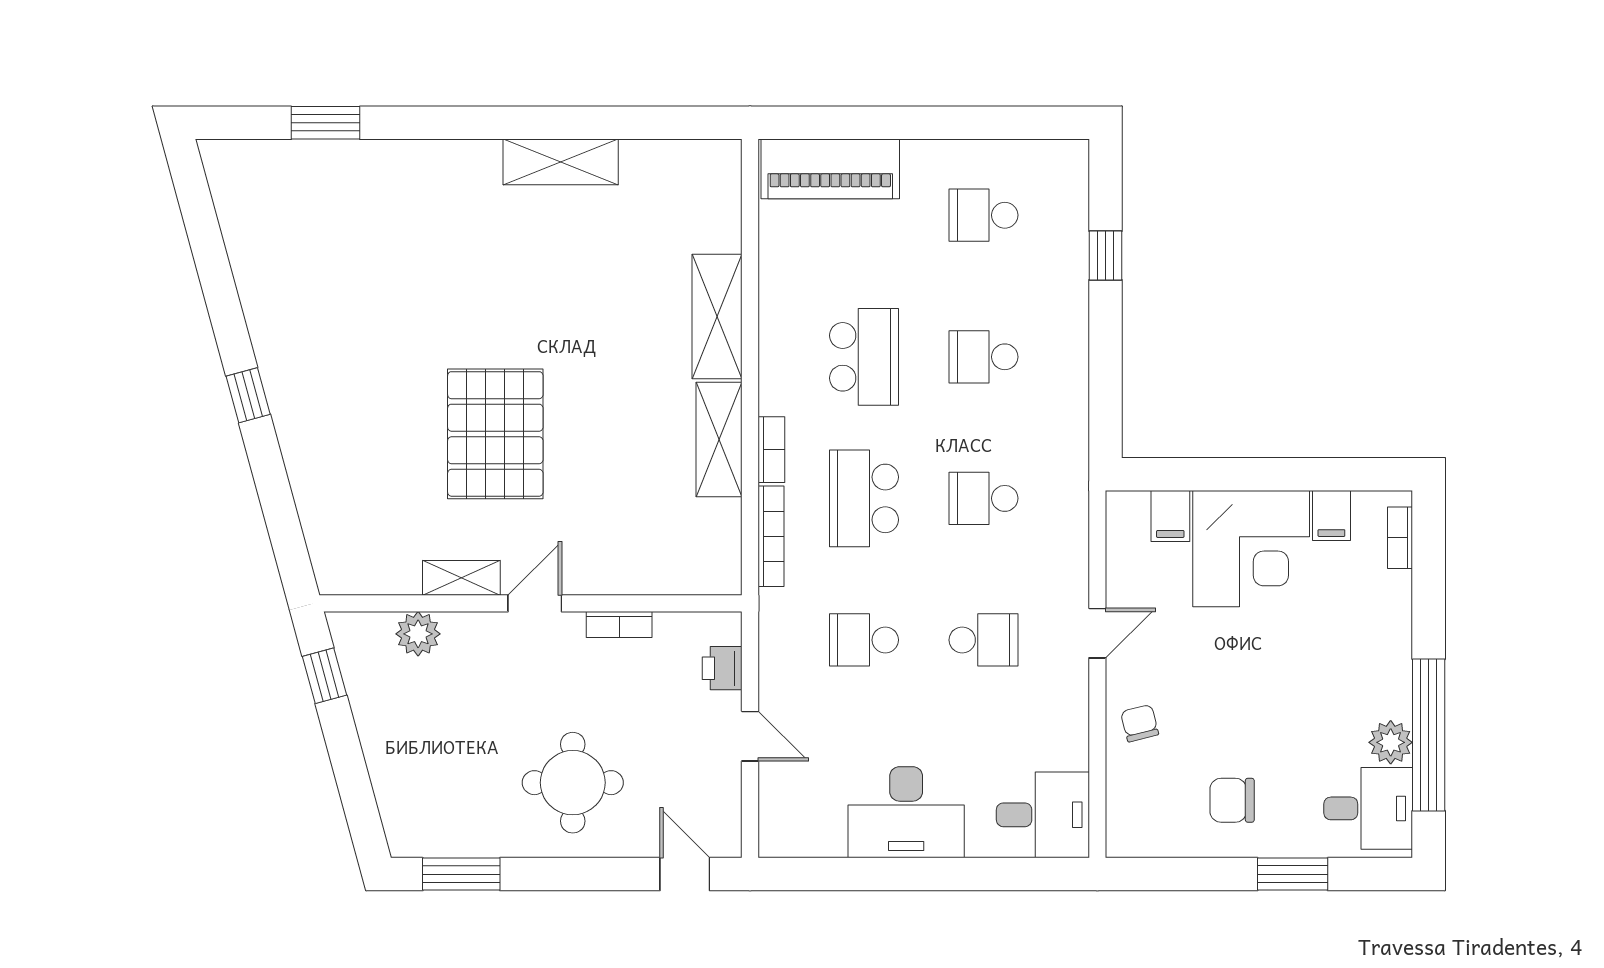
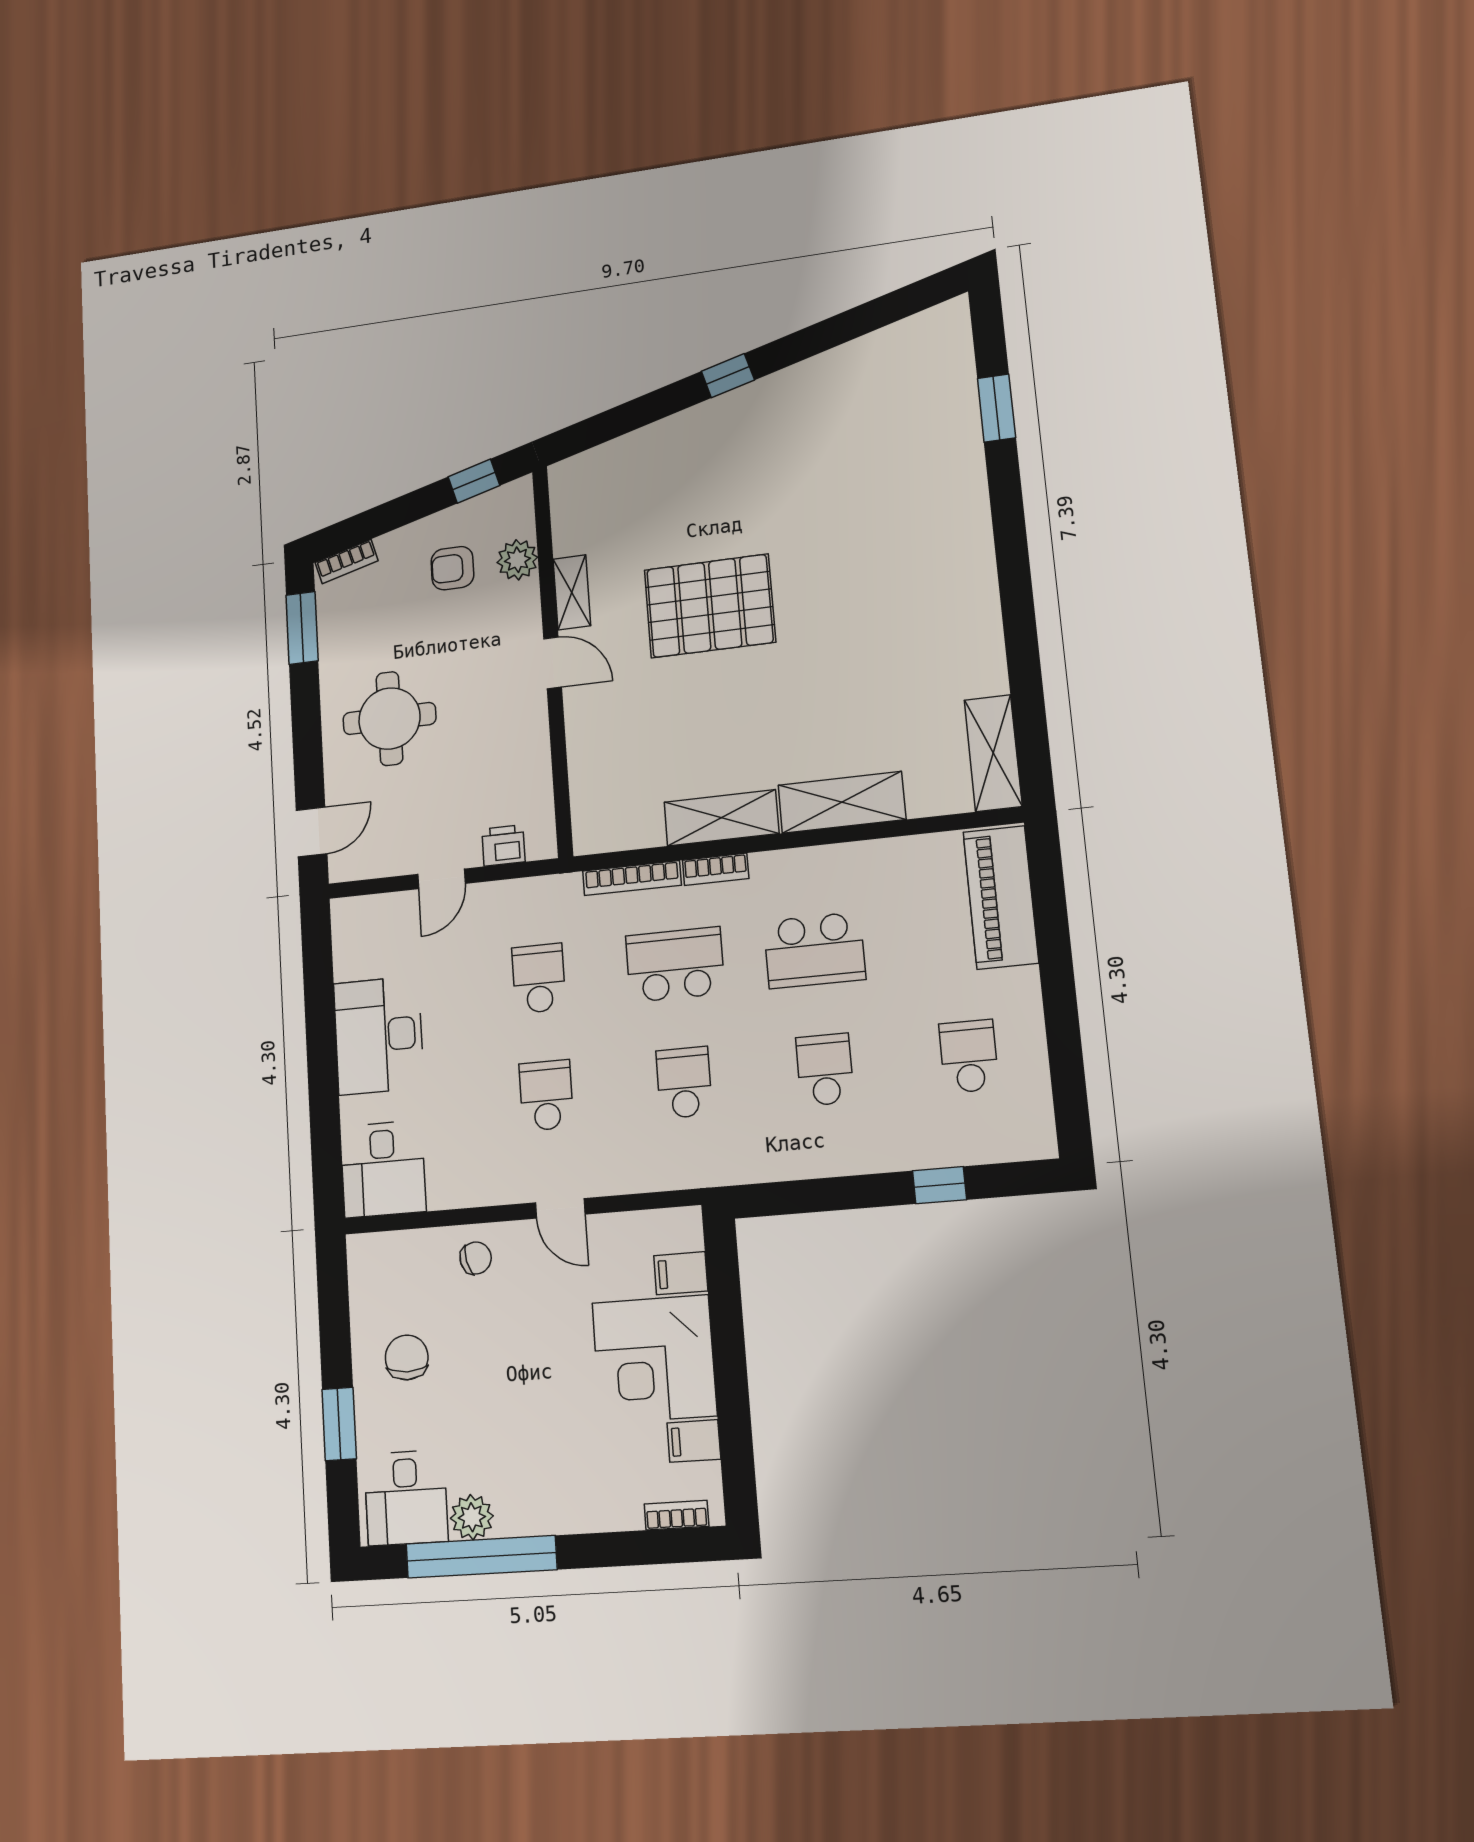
shelving: (561, 162) -> (993, 753), moved
bookcase: (619, 625) -> (347, 562), moved, turned -105
school desk: (983, 640) -> (546, 1095), turned 180
armchair: (418, 705) -> (452, 568), added

